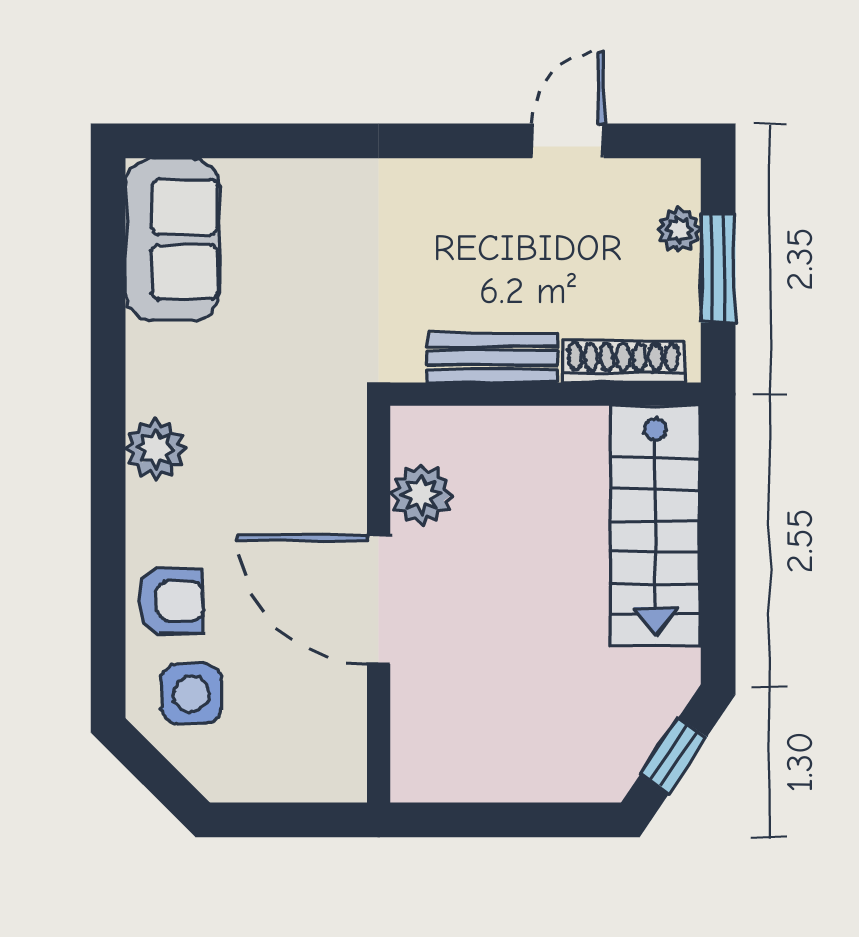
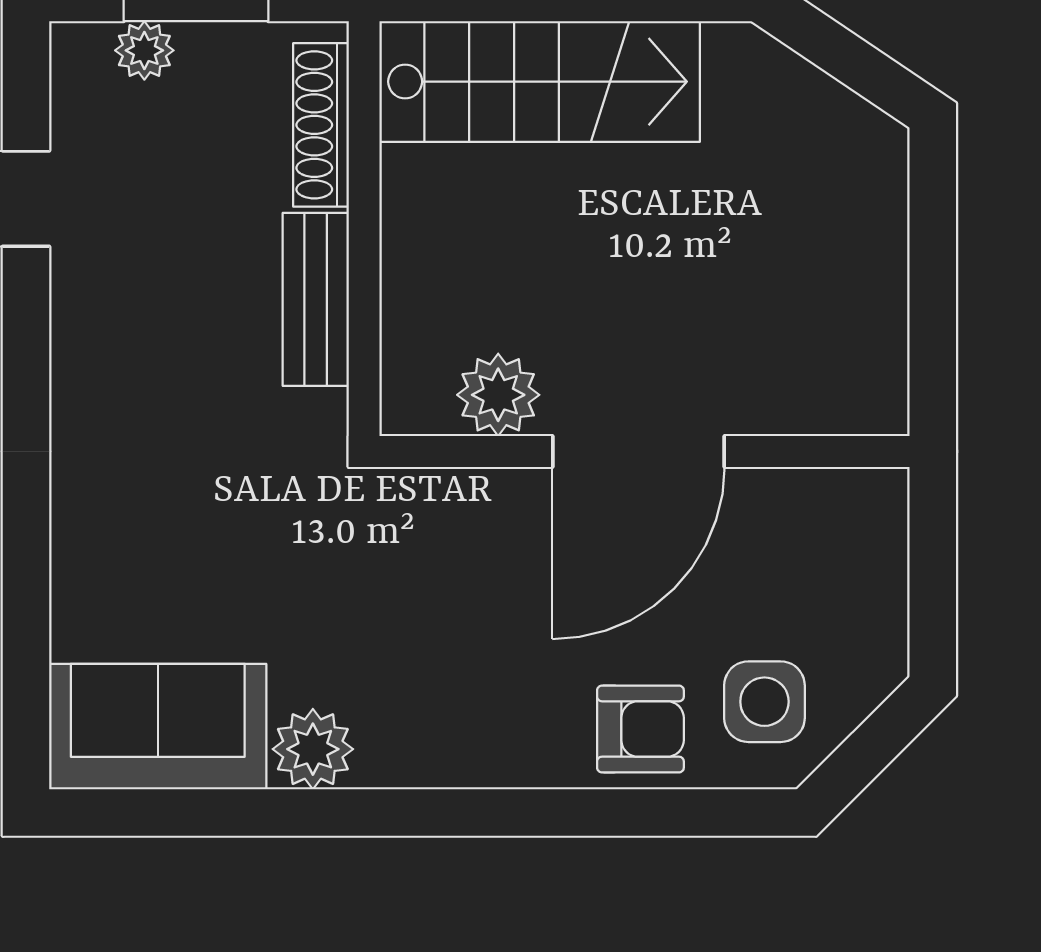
plant: (156, 449) -> (313, 749), moved
armchair: (171, 601) -> (640, 729), turned 90
window: (674, 756) -> (847, 57), removed

